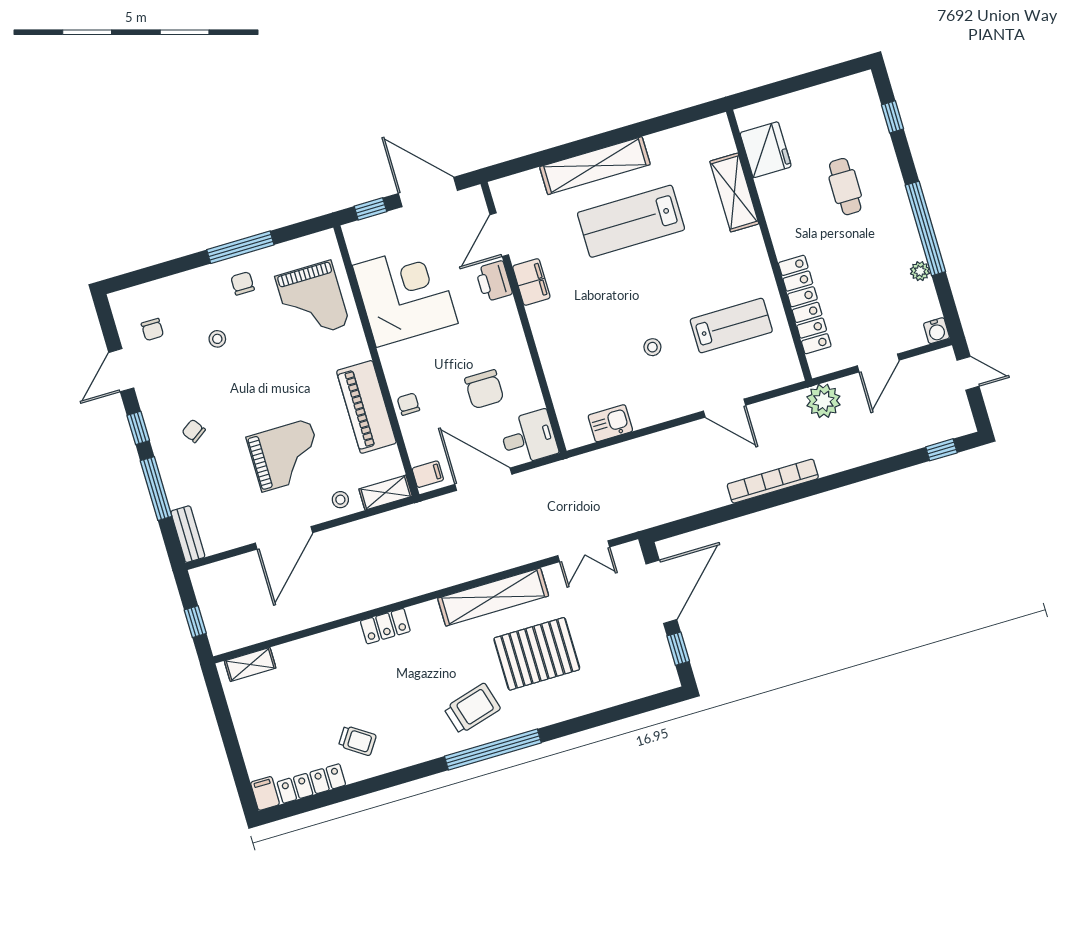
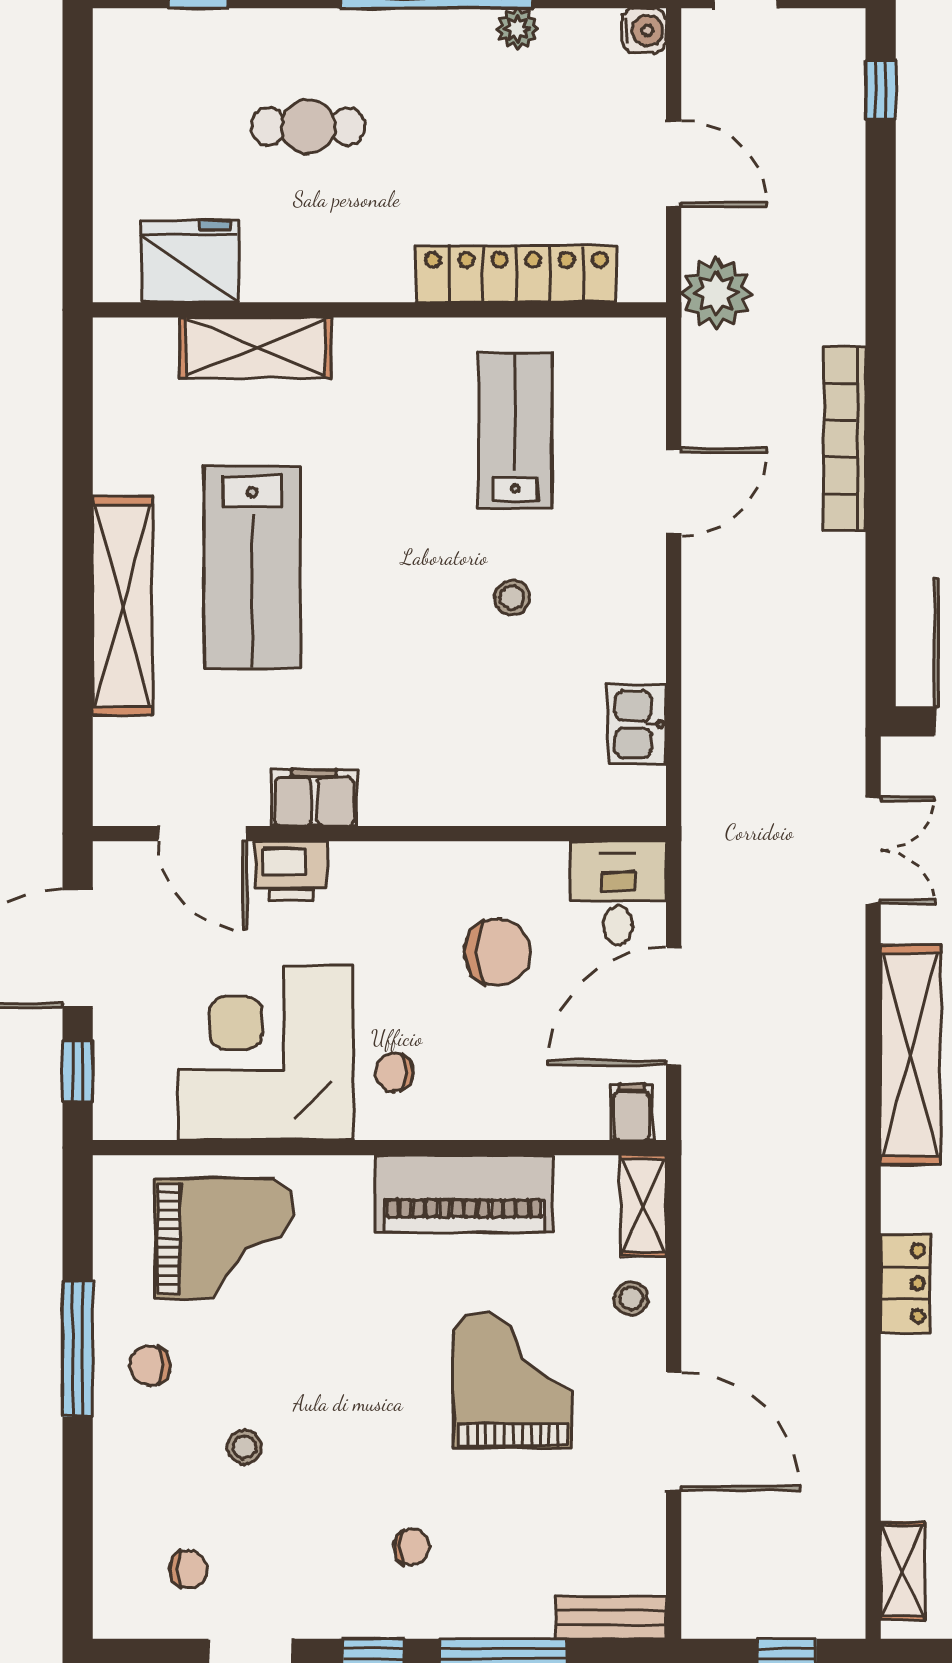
chair: (408, 404) -> (394, 1073), moved
chair: (194, 431) -> (412, 1547), turned -145

